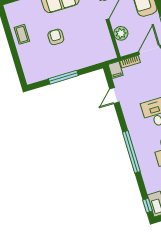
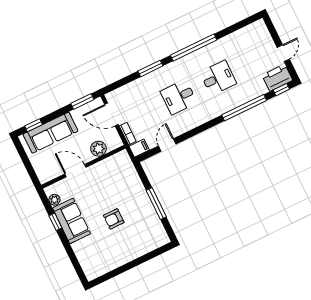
coffee table: (22, 34) -> (117, 256), removed
door: (114, 95) -> (167, 145), swing flipped
window: (131, 152) -> (244, 108), moved

